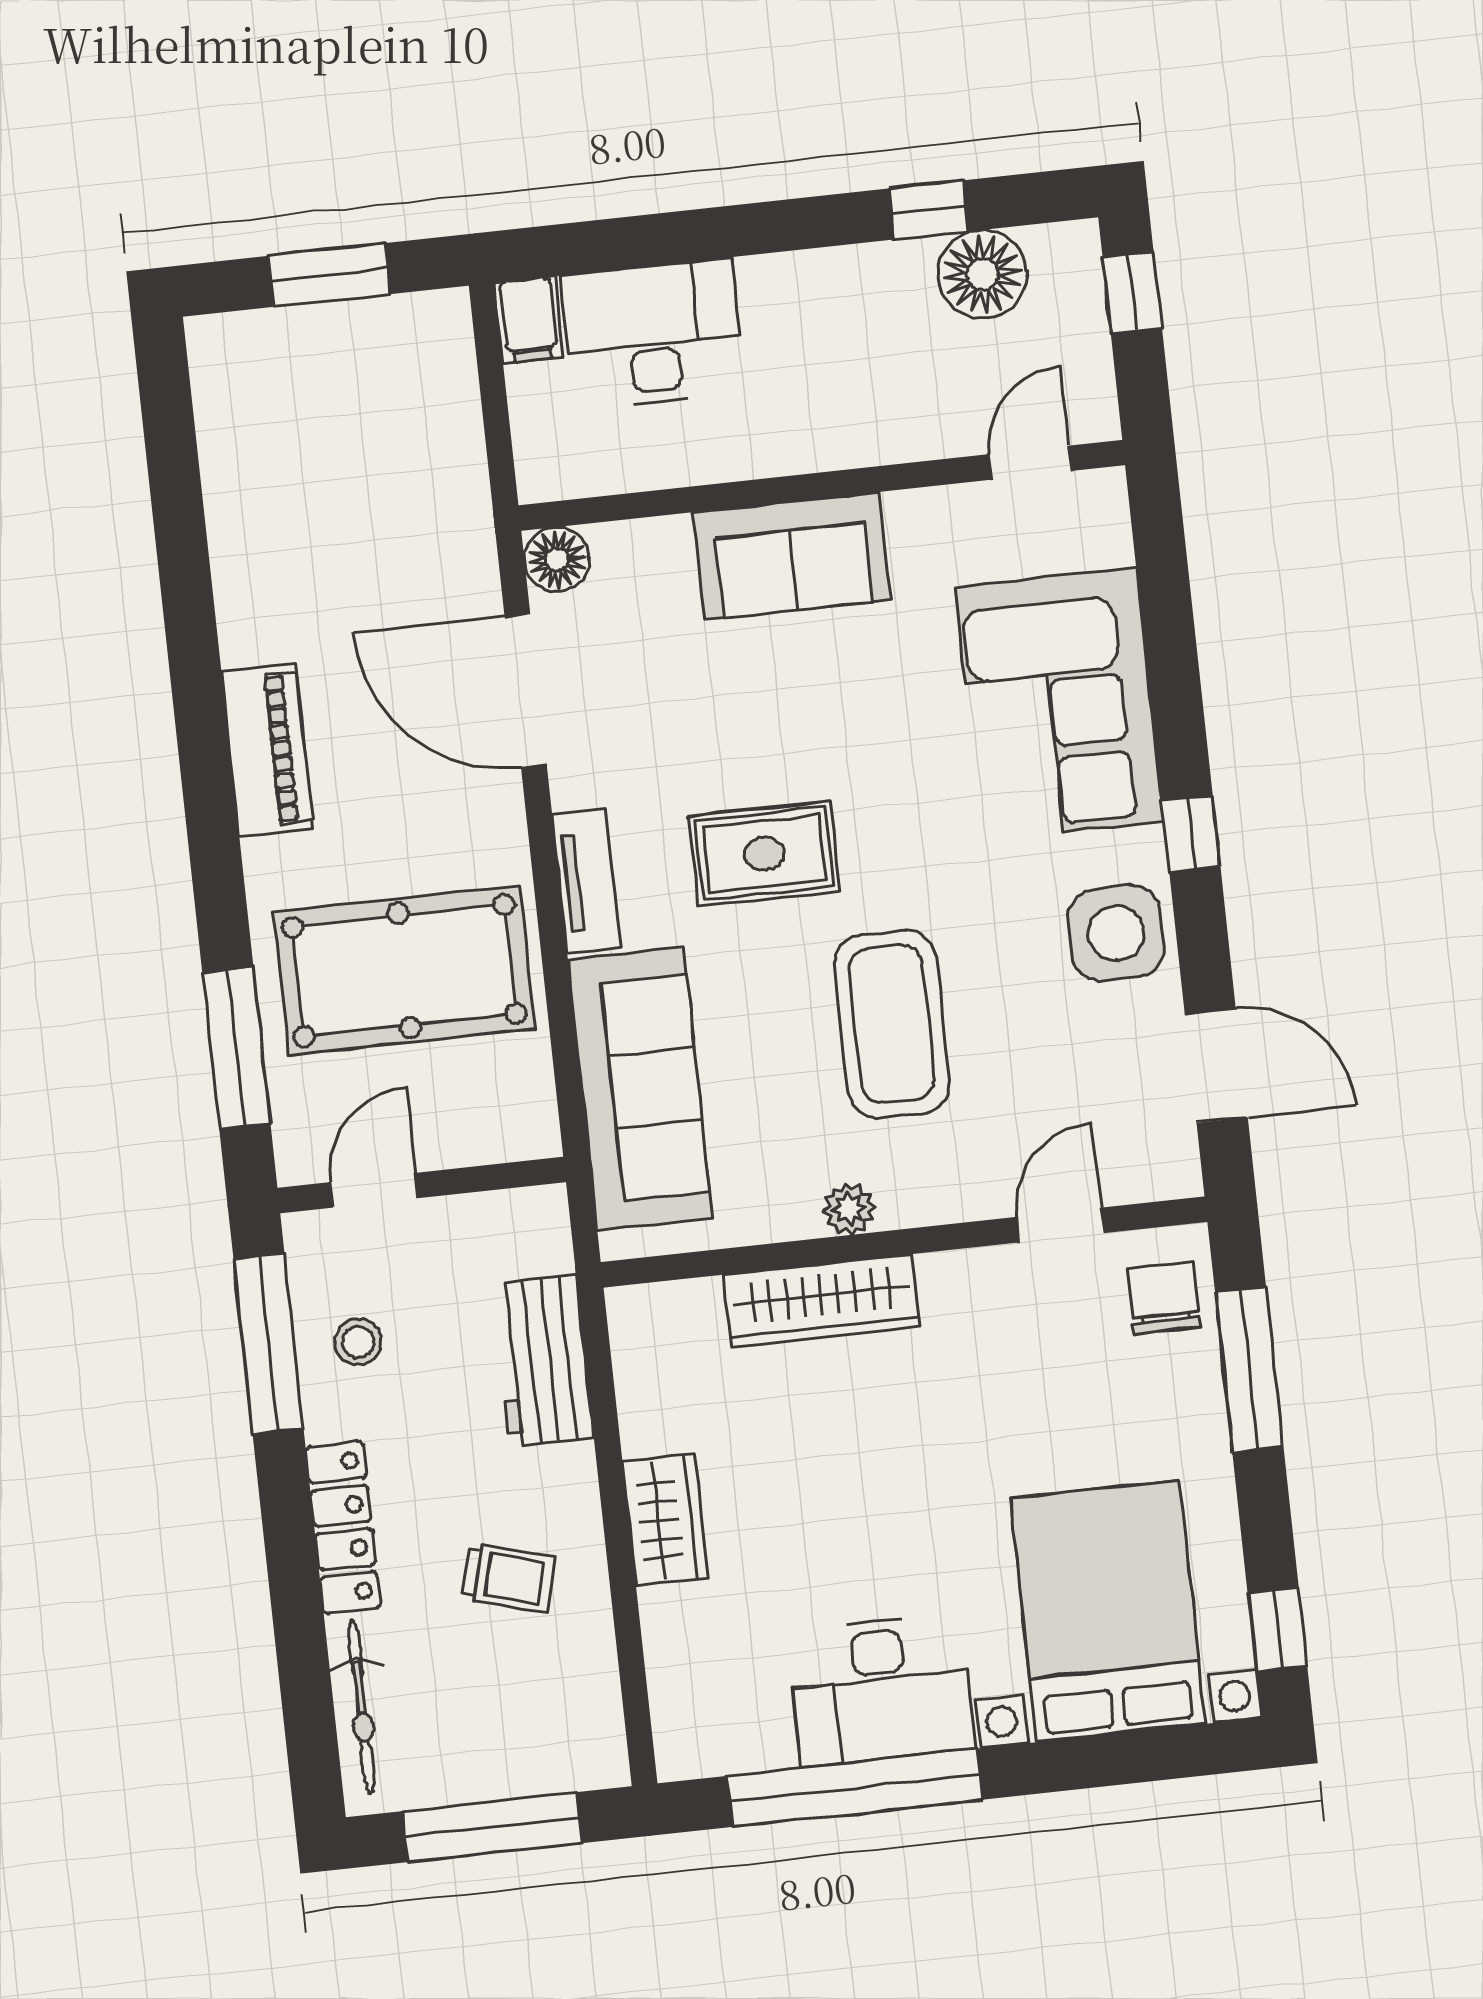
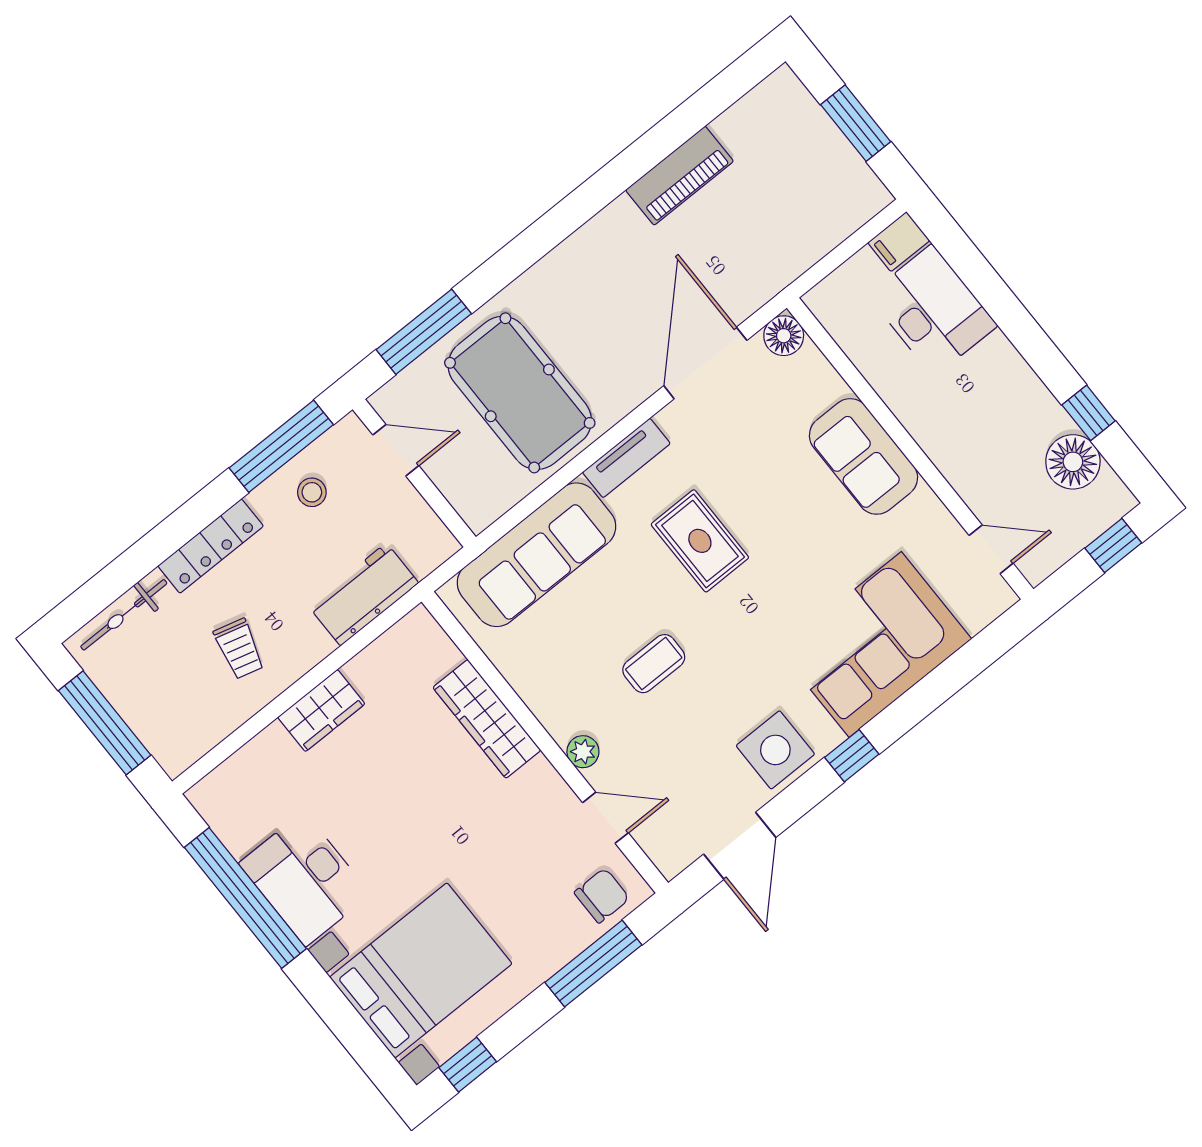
piano: (267, 750) -> (680, 176), moved
coffee table: (892, 1024) -> (654, 664), width x0.54, depth x0.58
plant: (849, 1209) -> (583, 752), moved

